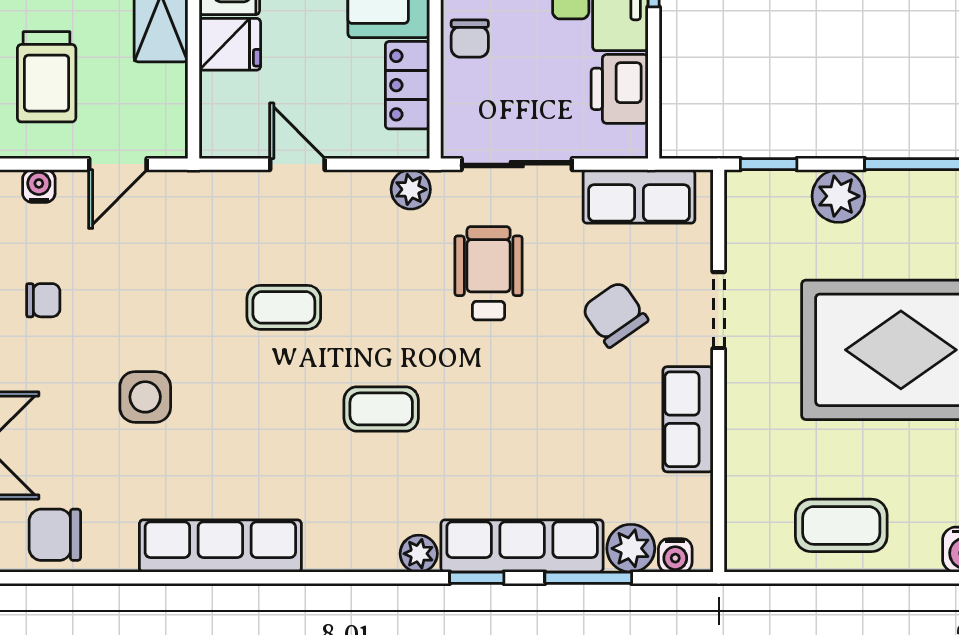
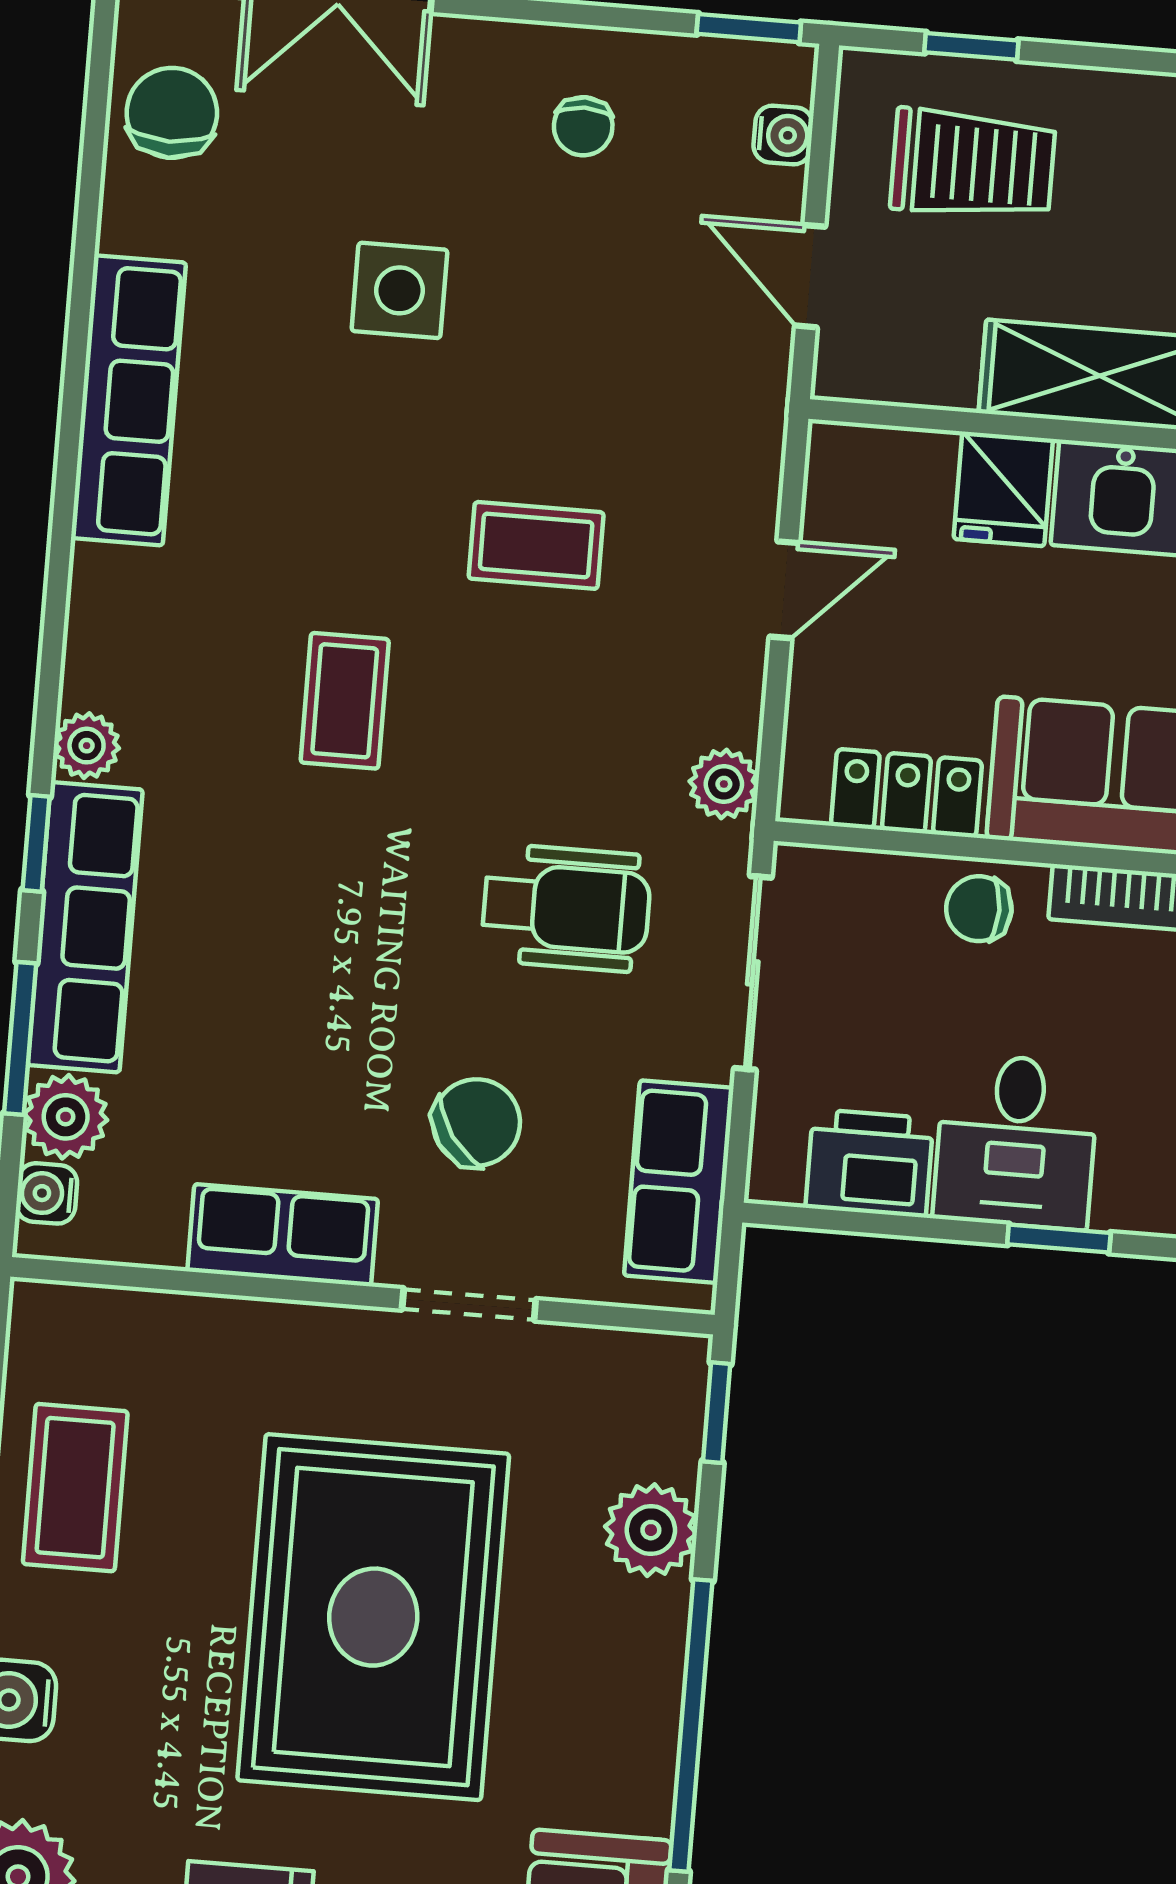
trolley: (47, 77) -> (973, 164), turned 180
coffee table: (284, 307) -> (536, 545), turned 90

